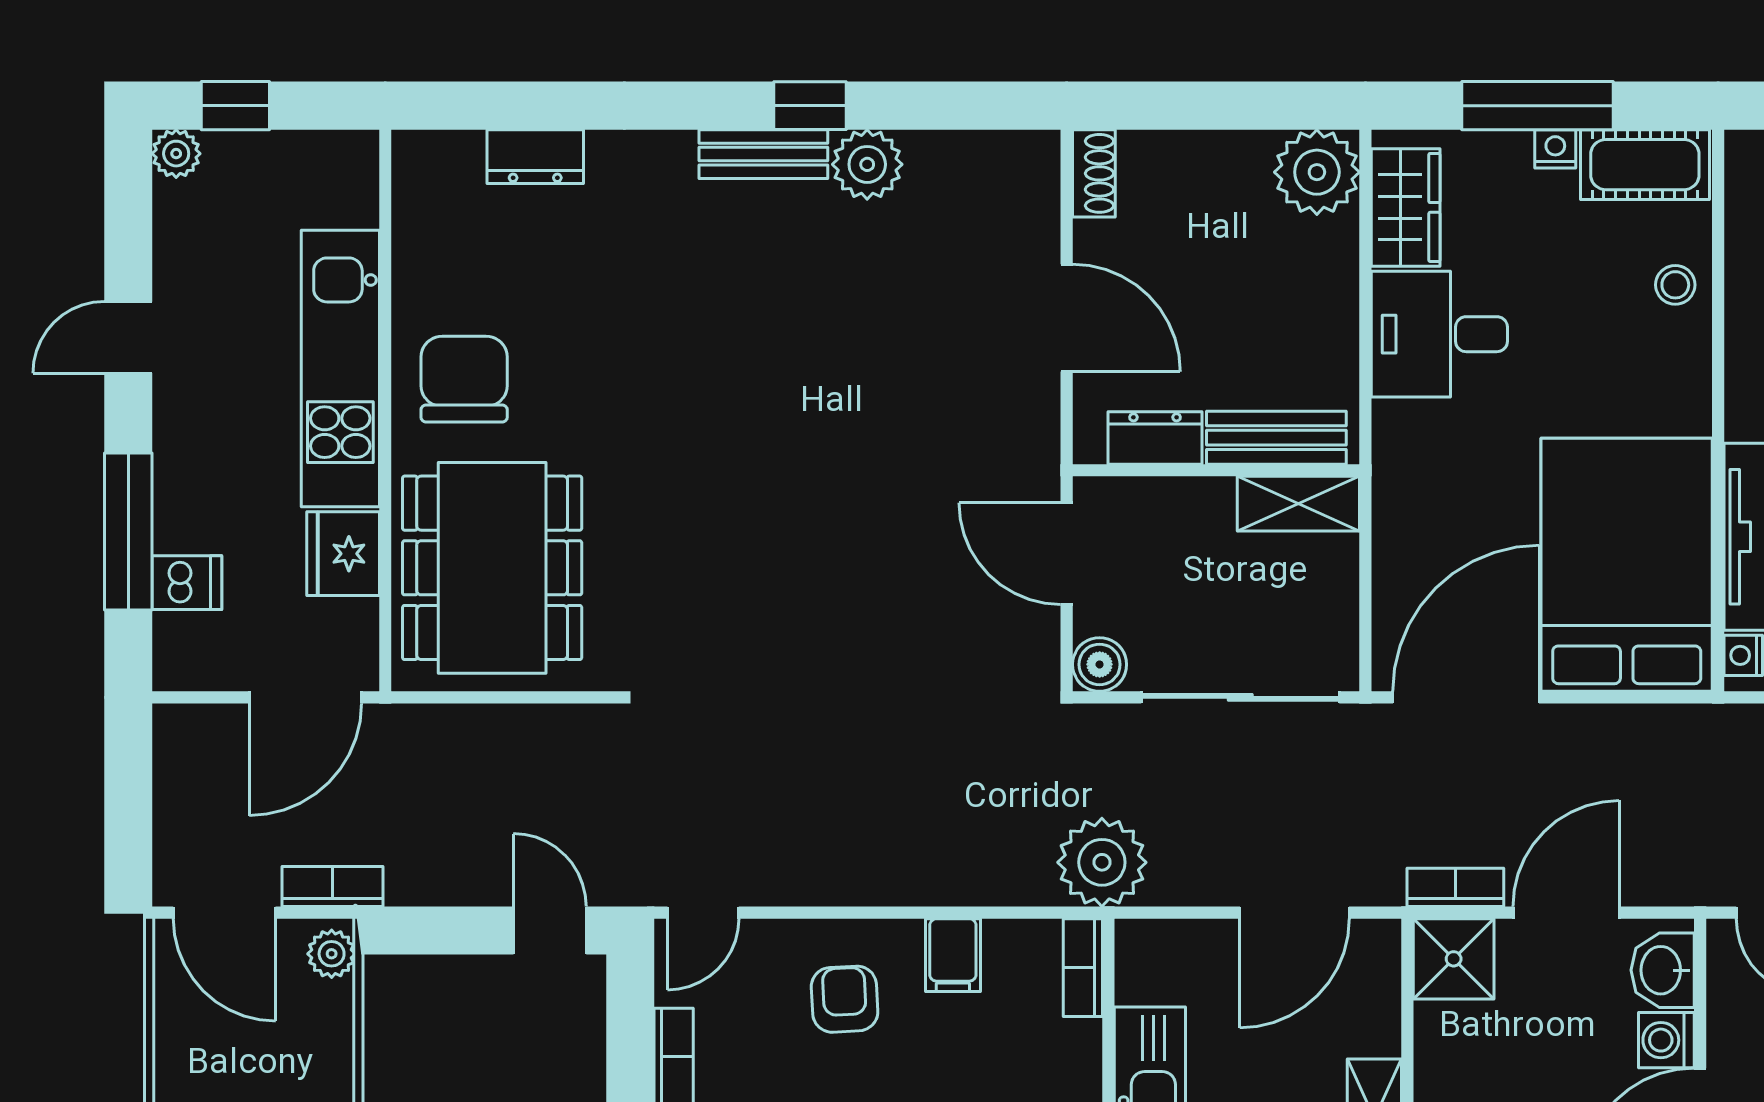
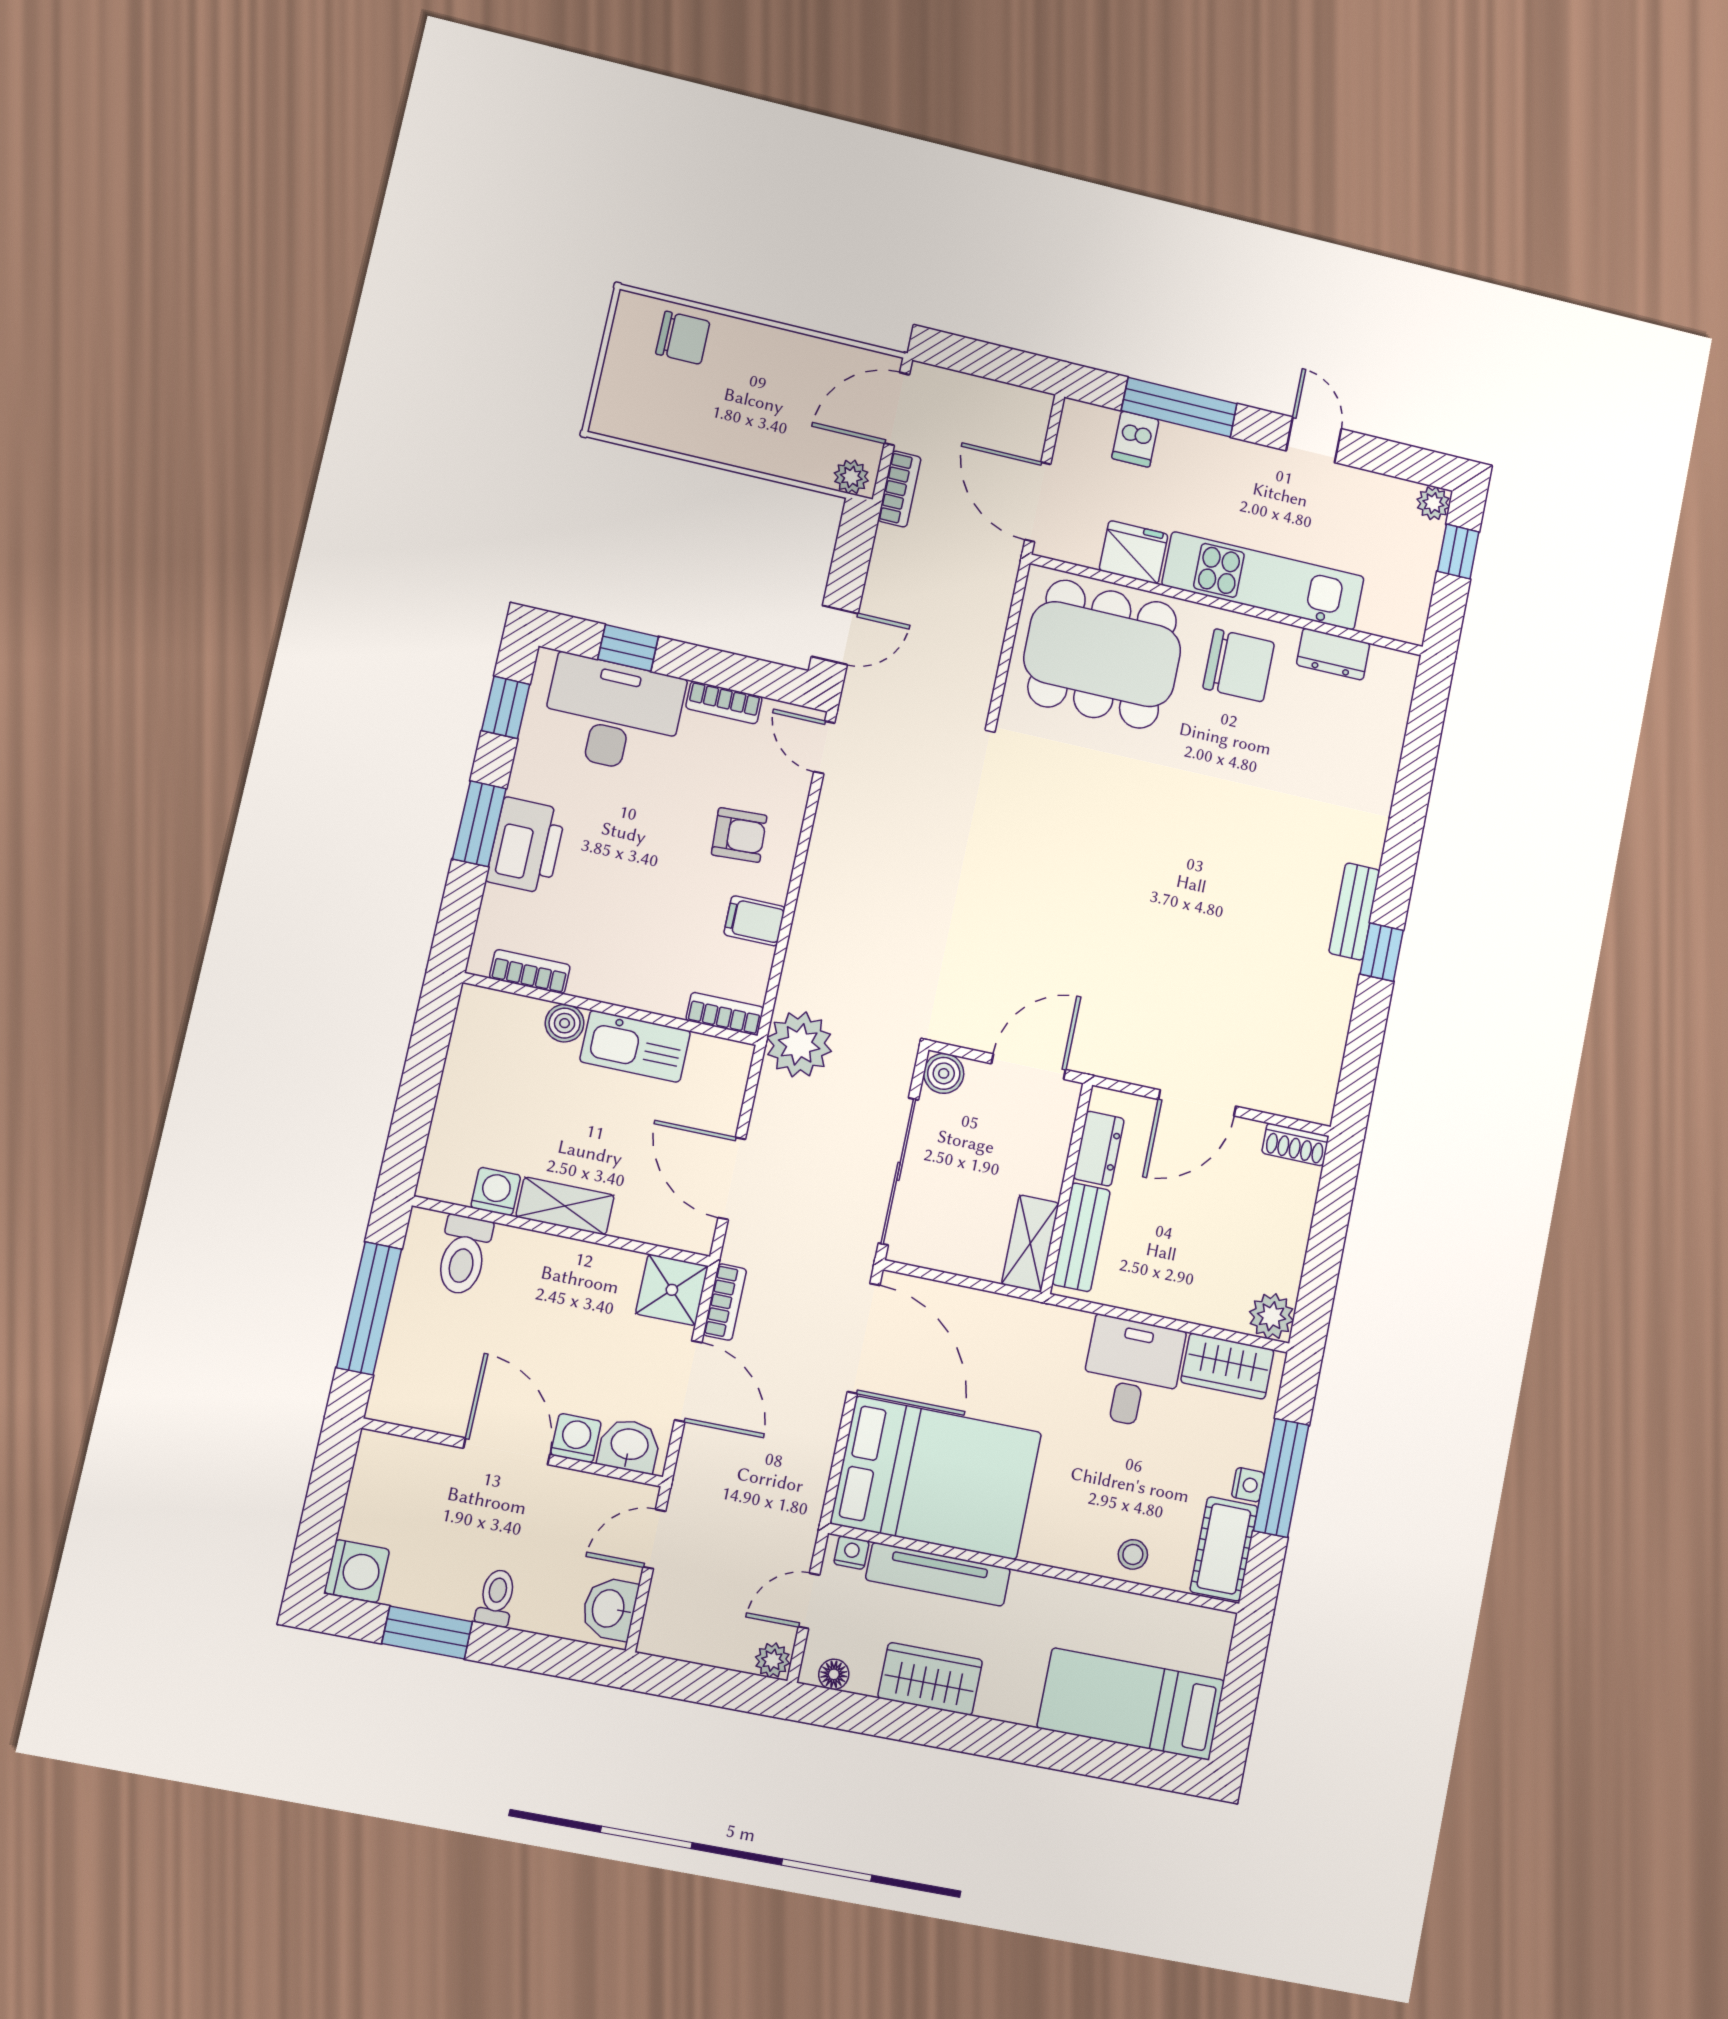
dresser: (535, 157) -> (1333, 654), moved, turned -90
plant: (867, 164) -> (1333, 984), removed
plant: (1317, 172) -> (1272, 1316), width x0.73, depth x0.73

